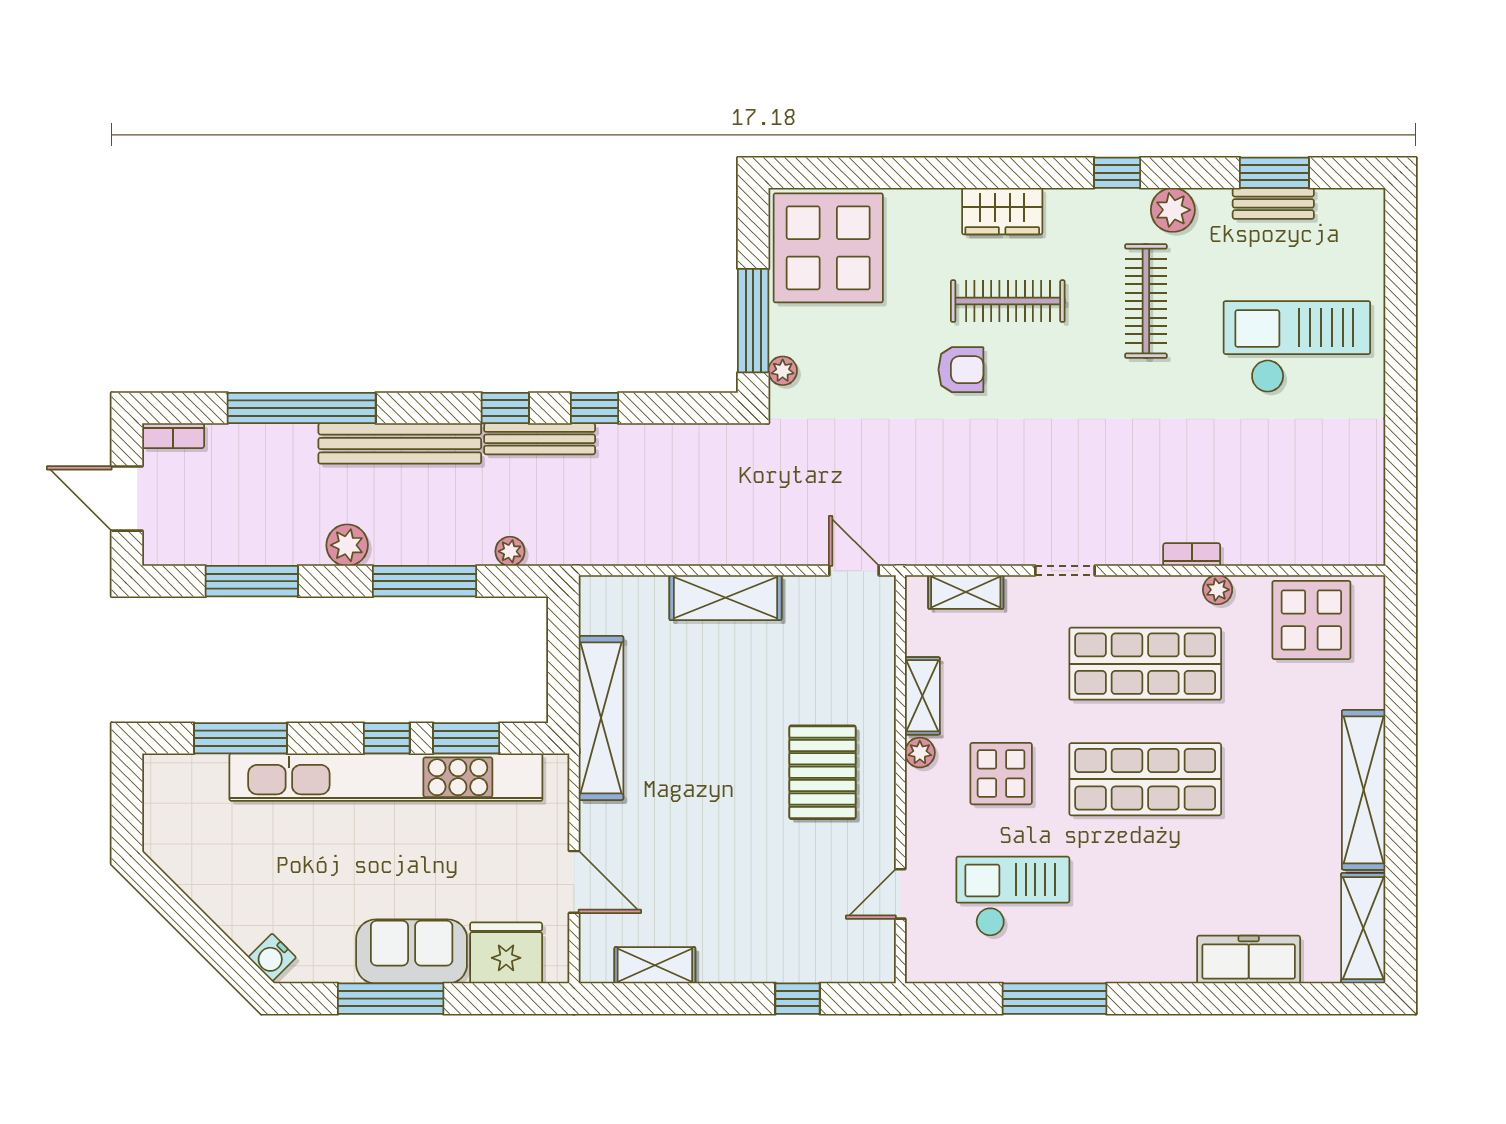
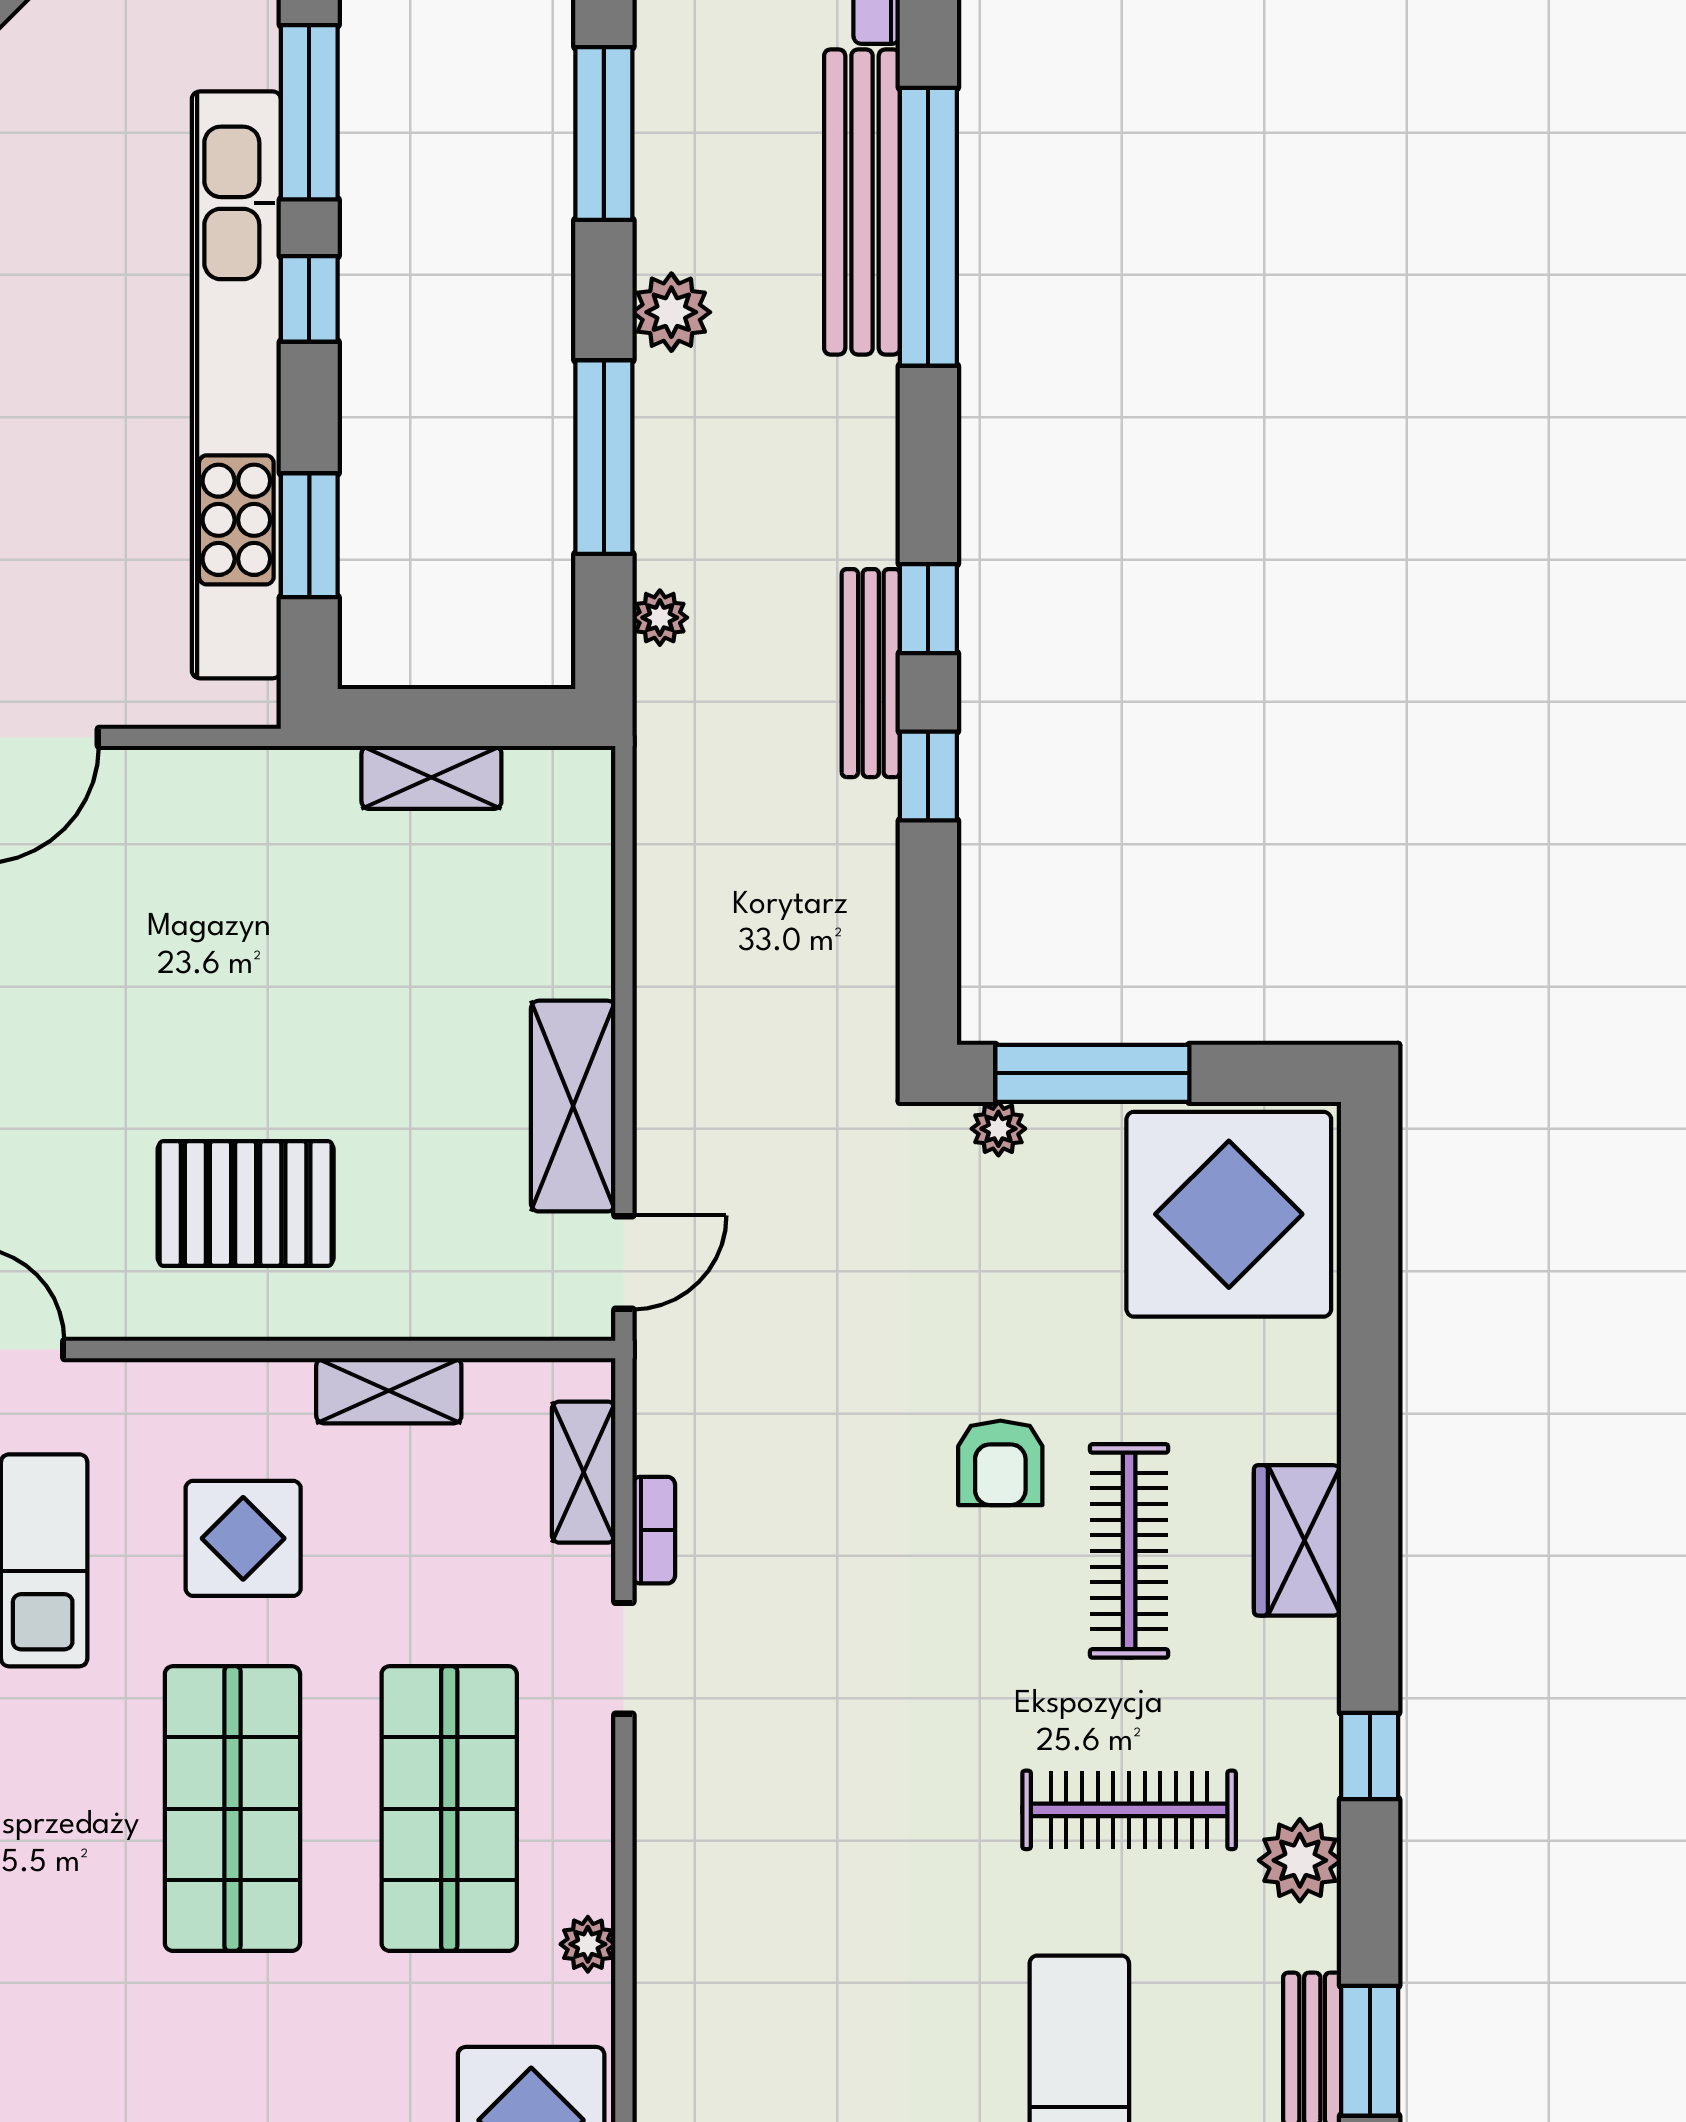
bench: (400, 443) -> (862, 202), moved
bookcase: (1192, 555) -> (654, 1530), moved
shelving: (725, 598) -> (573, 1106), moved
shelving: (601, 718) -> (431, 777), width x0.45, depth x0.75
window: (387, 738) -> (309, 299), moved
plant: (920, 753) -> (282, 1386), removed

